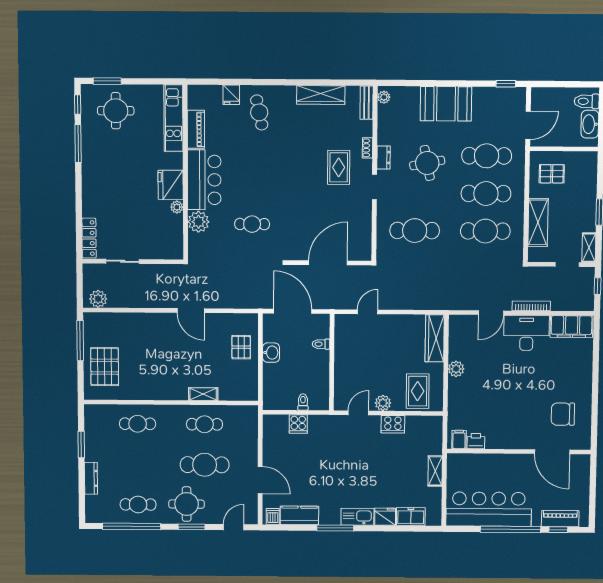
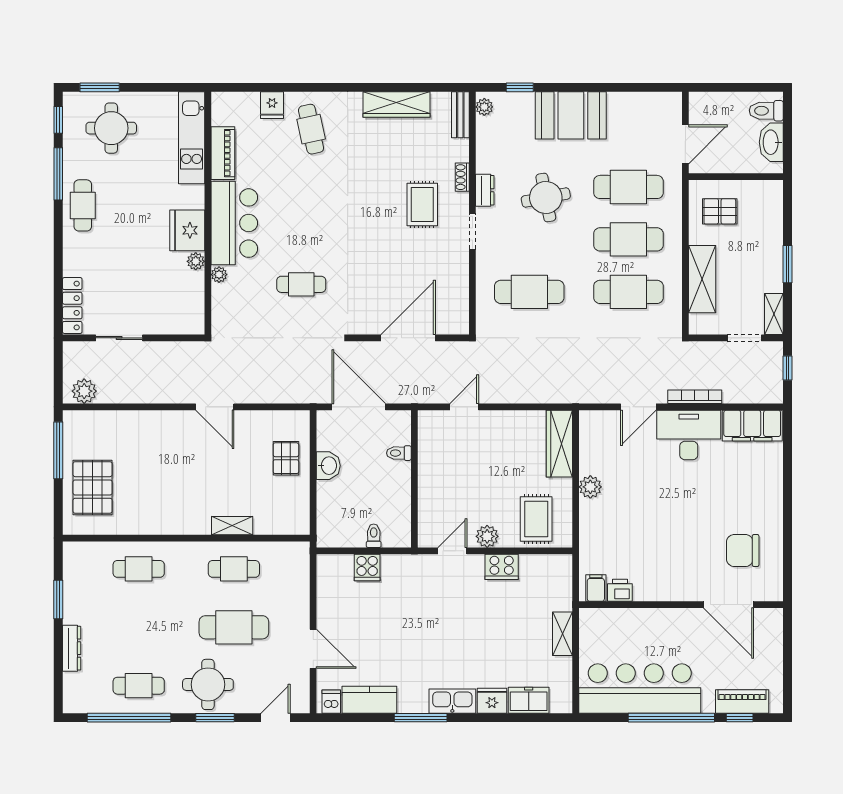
window: (506, 84) -> (520, 87), moved
cafe table: (96, 166) -> (83, 205), added
plant: (198, 222) -> (219, 275), width x0.53, depth x0.53

